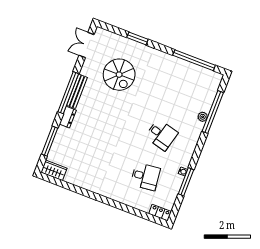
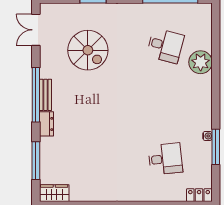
bench: (77, 91) -> (45, 95), width x0.73
window: (213, 112) -> (216, 52), removed
plant: (203, 117) -> (201, 62), width x1.88, depth x1.88
desk: (161, 135) -> (165, 46), moved

